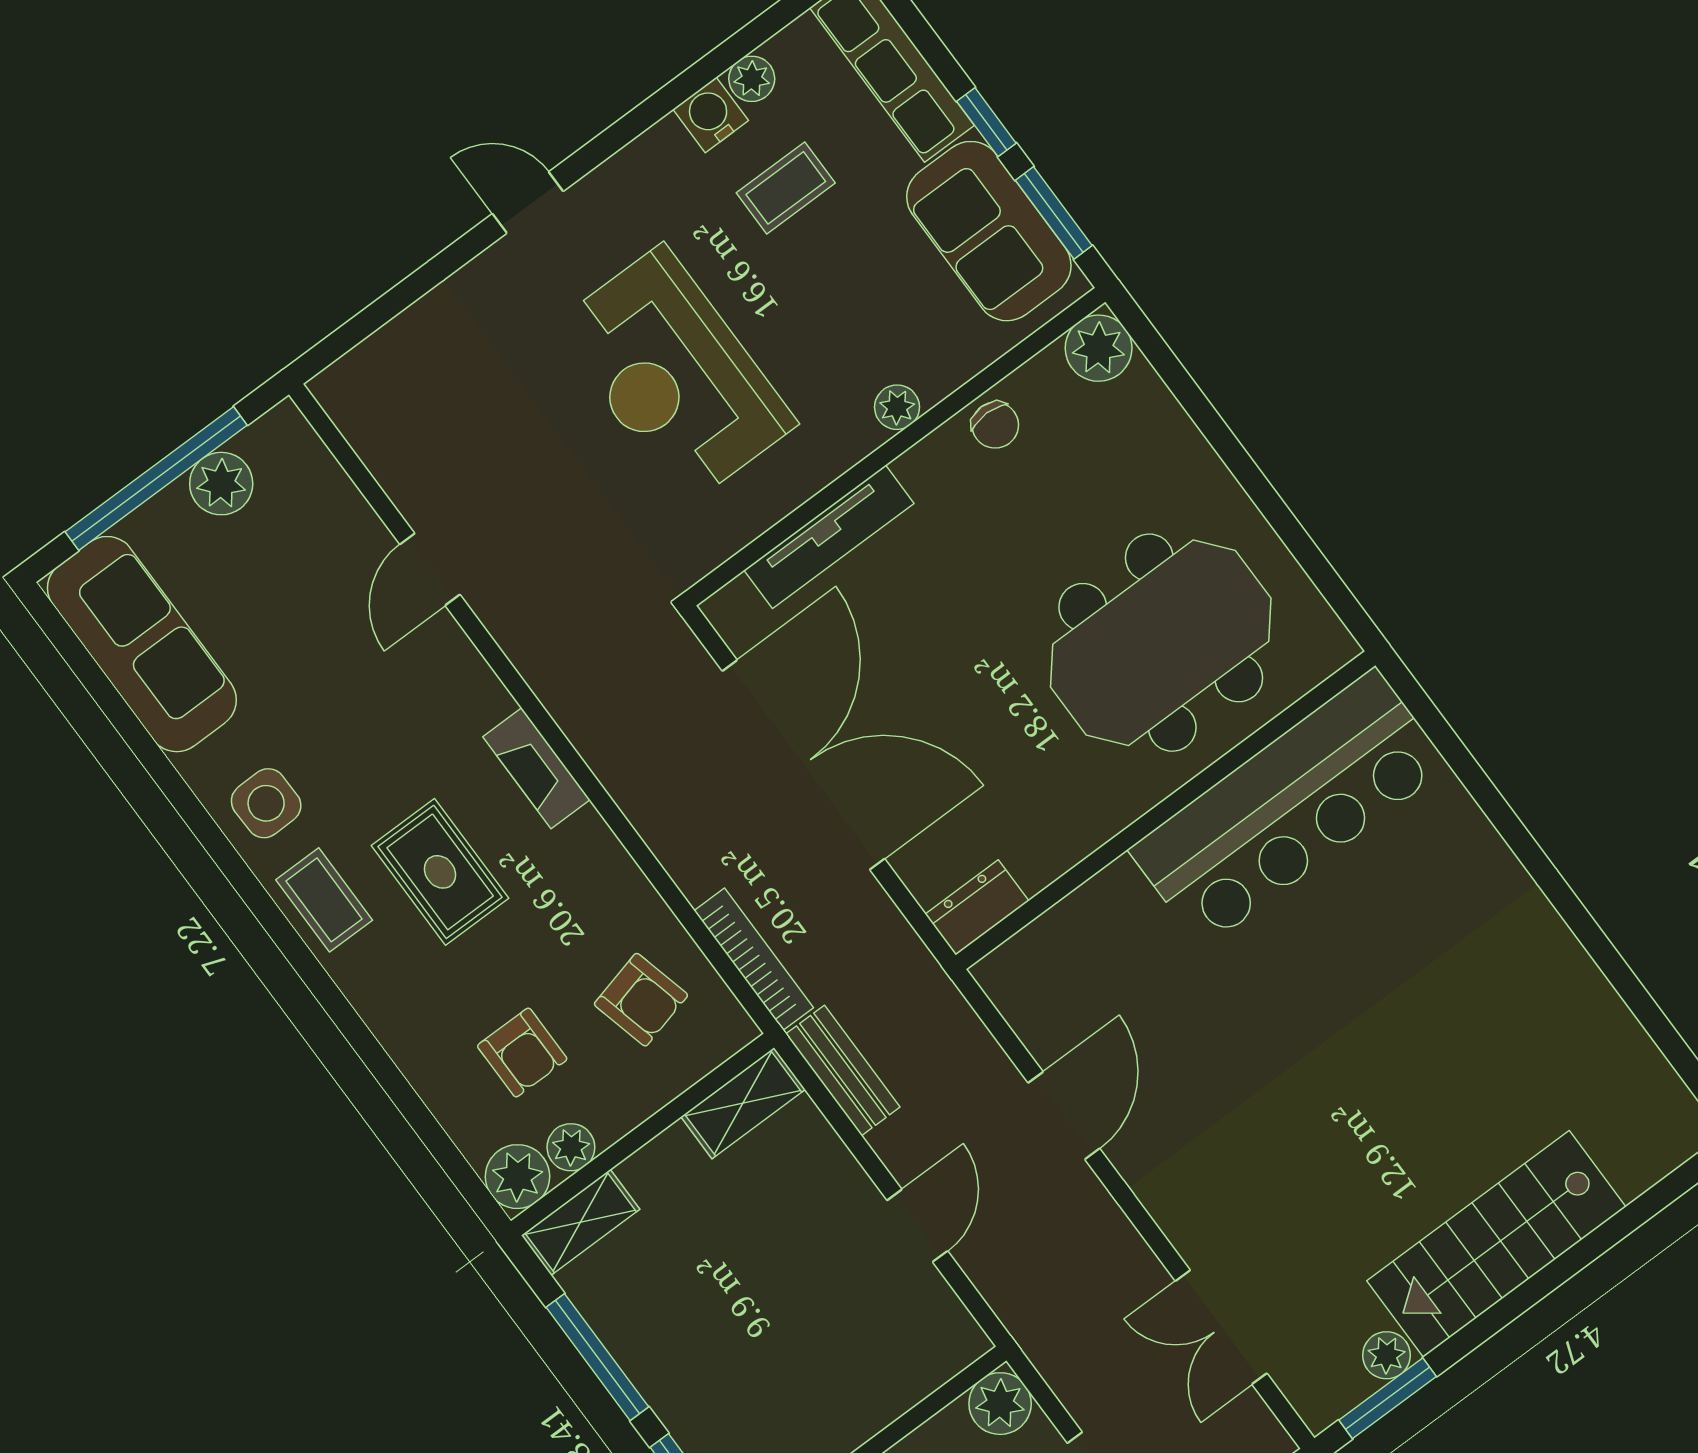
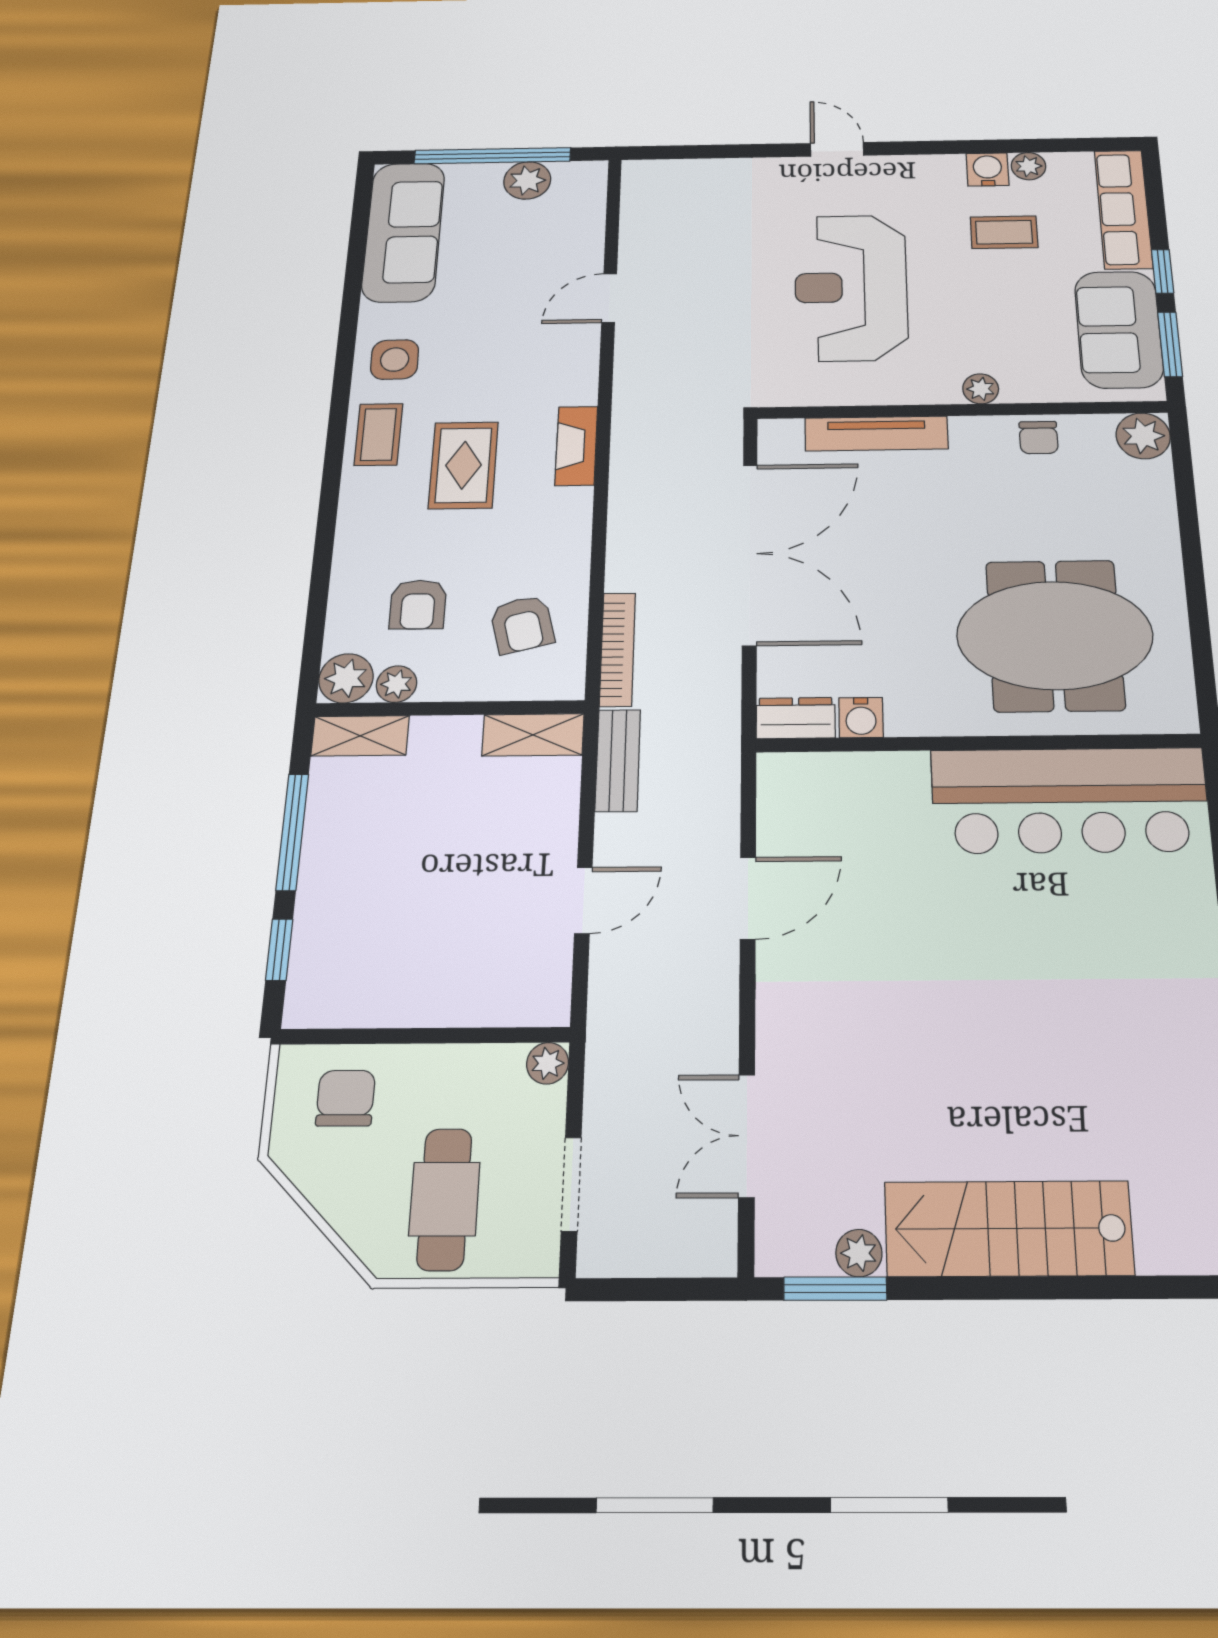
water cooler: (1038, 863) -> (861, 718), added
plant: (1000, 1404) -> (548, 1063), width x0.73, depth x0.73

